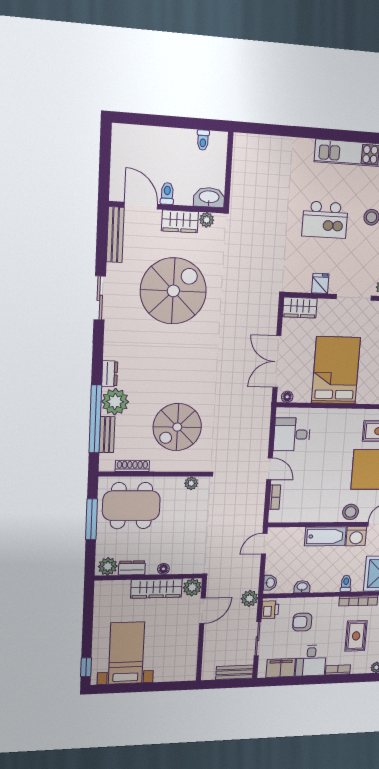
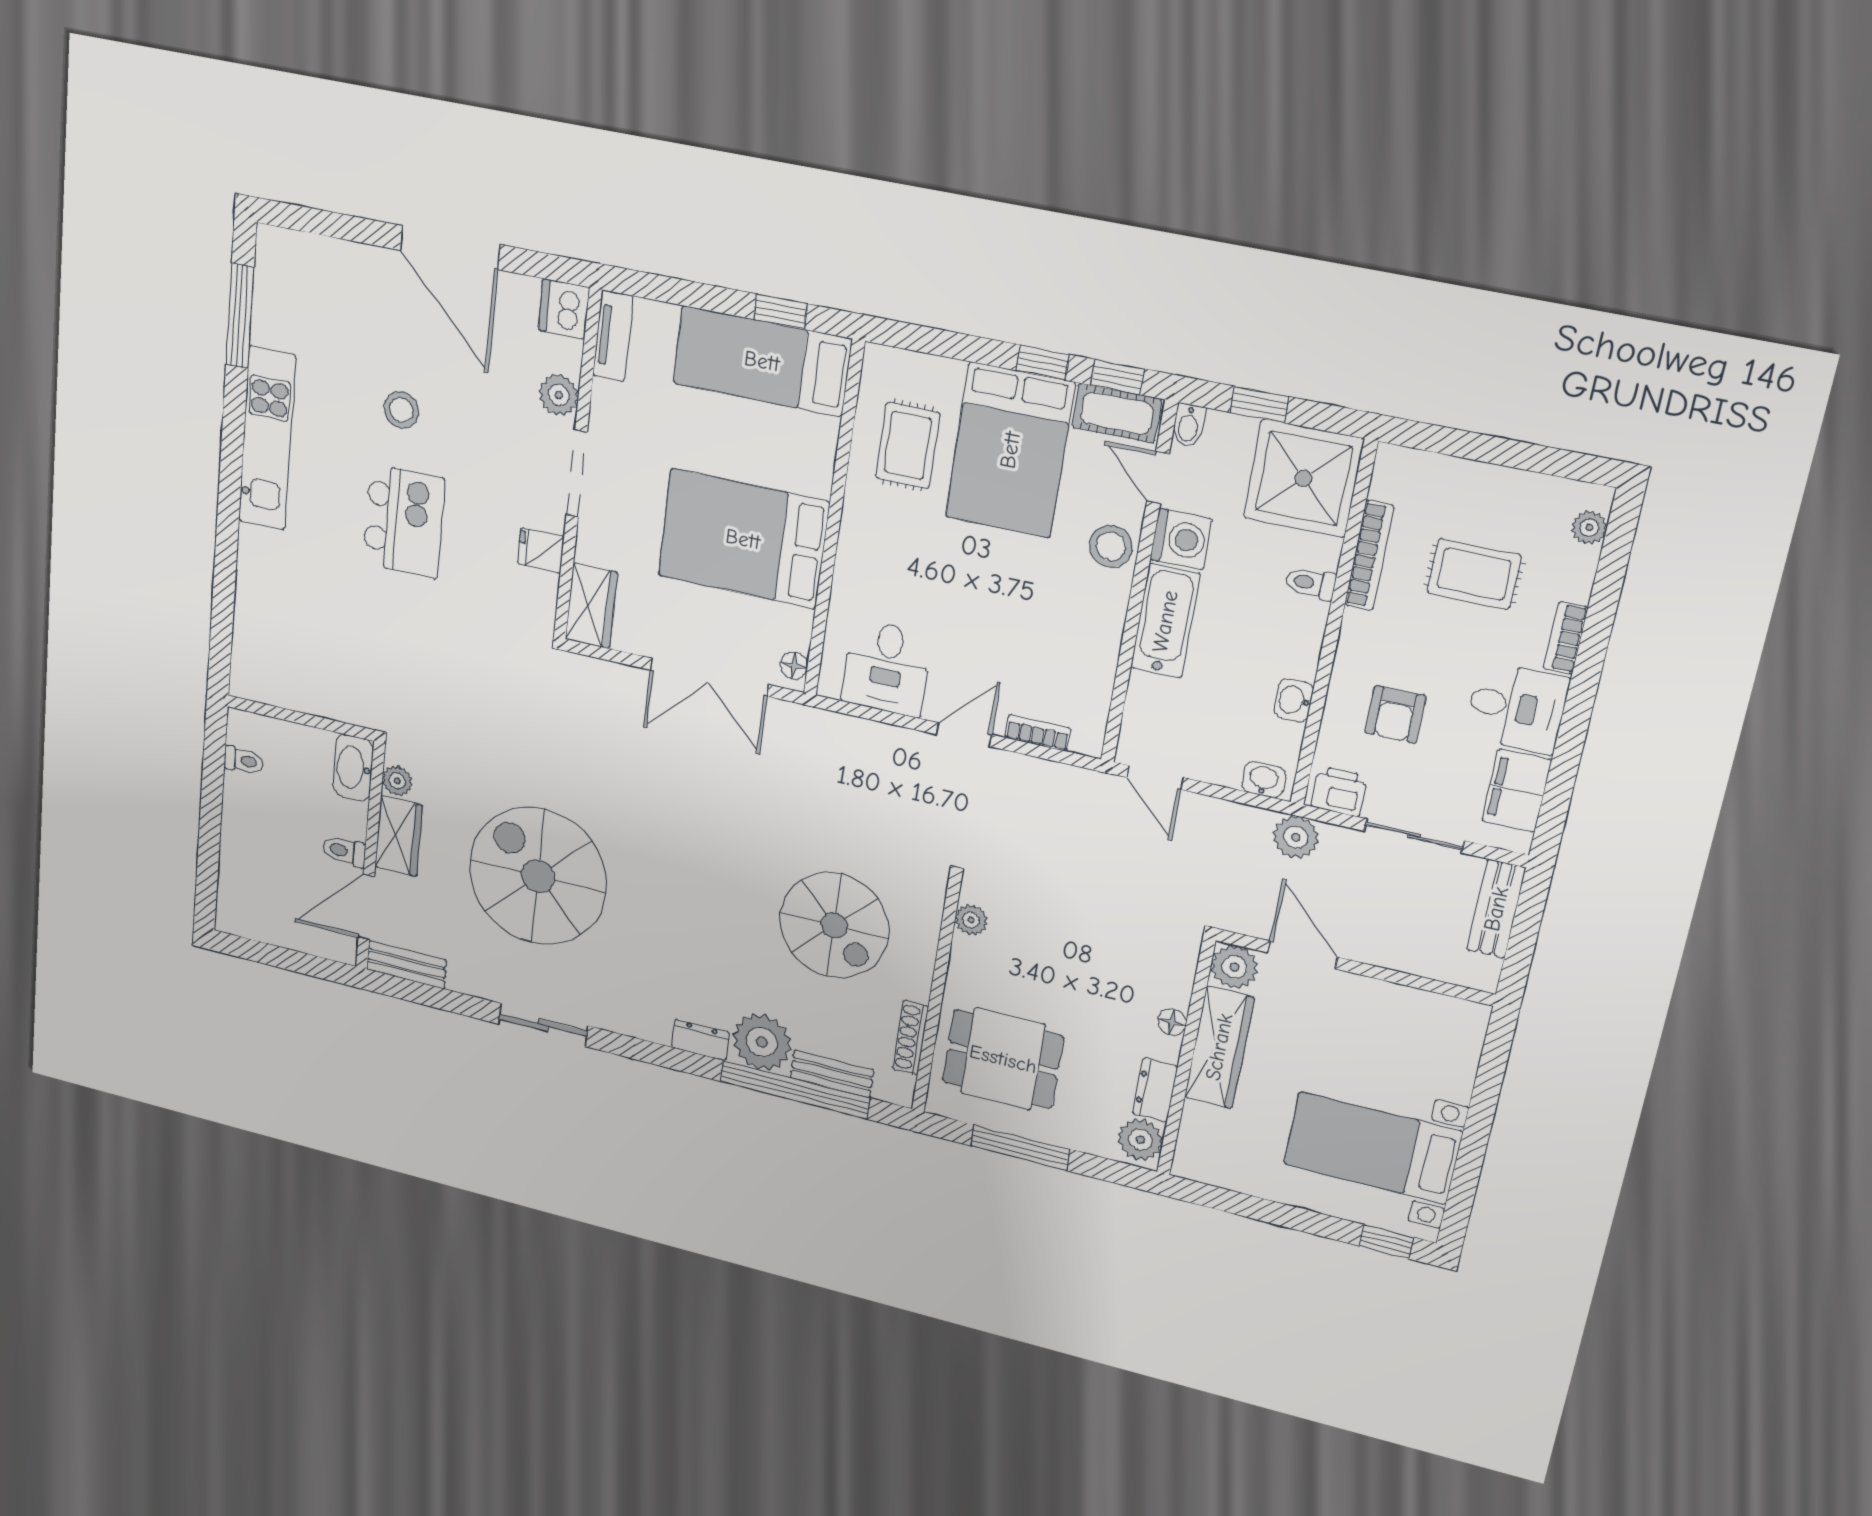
bench: (115, 235) -> (407, 965), width x0.73
dining table: (131, 506) -> (1003, 1059), width x0.73

